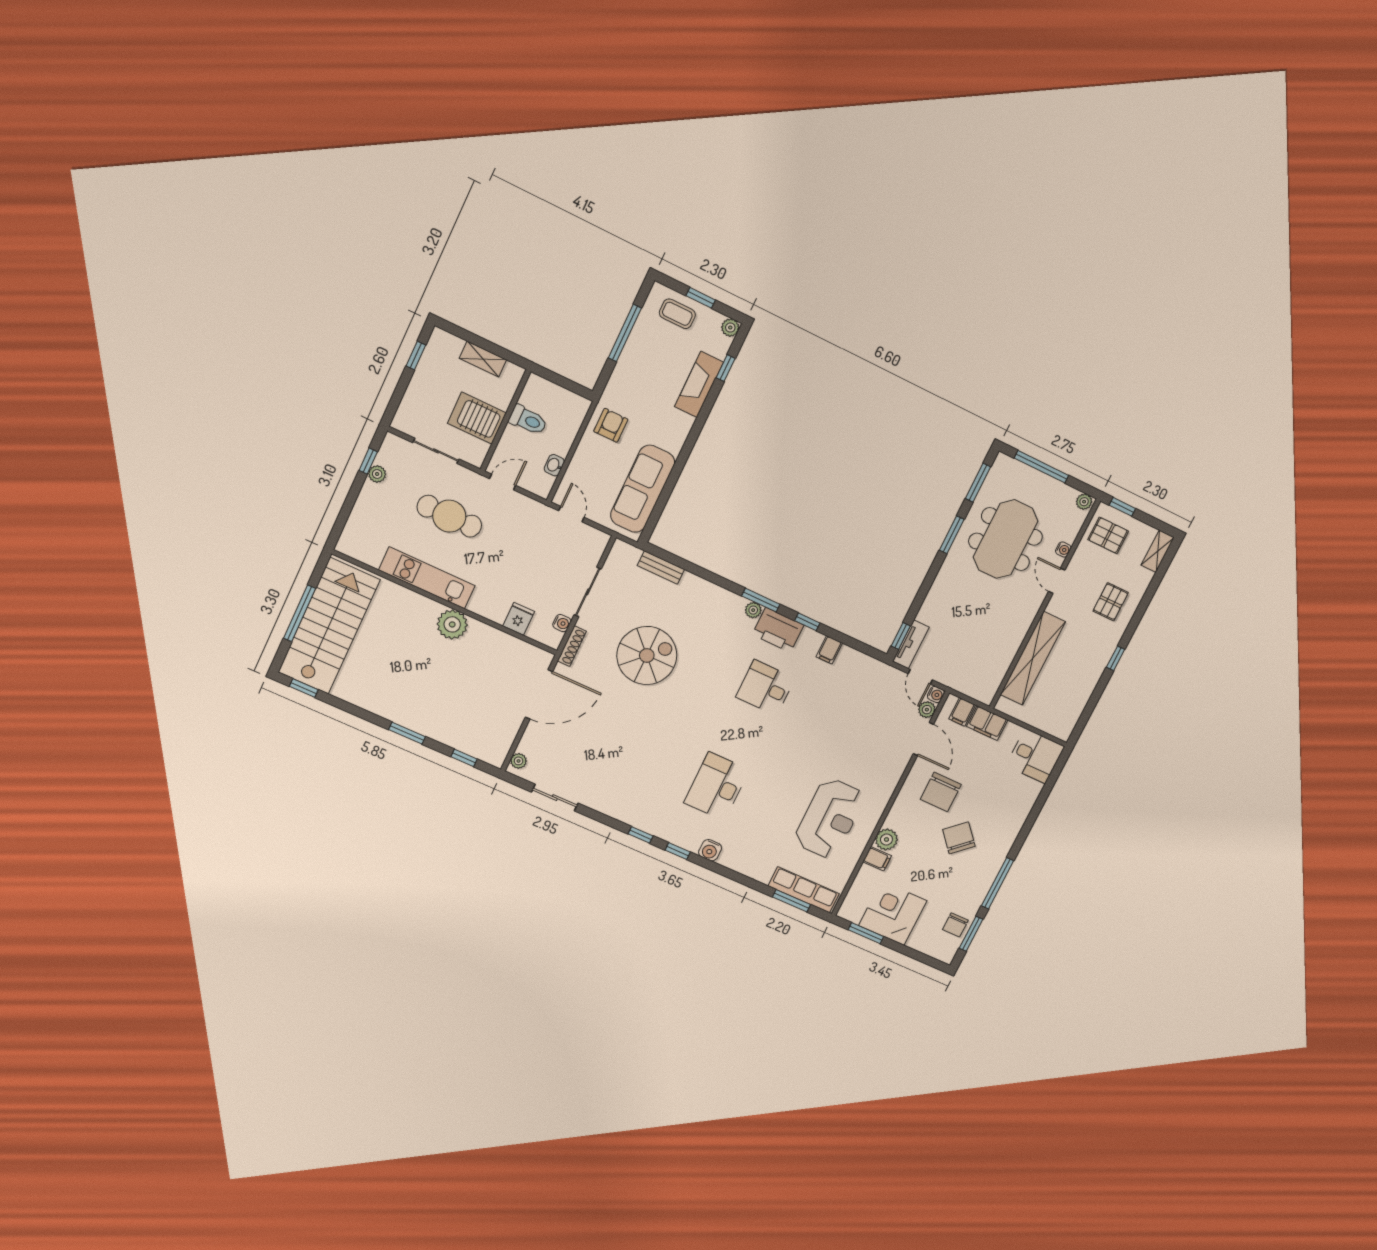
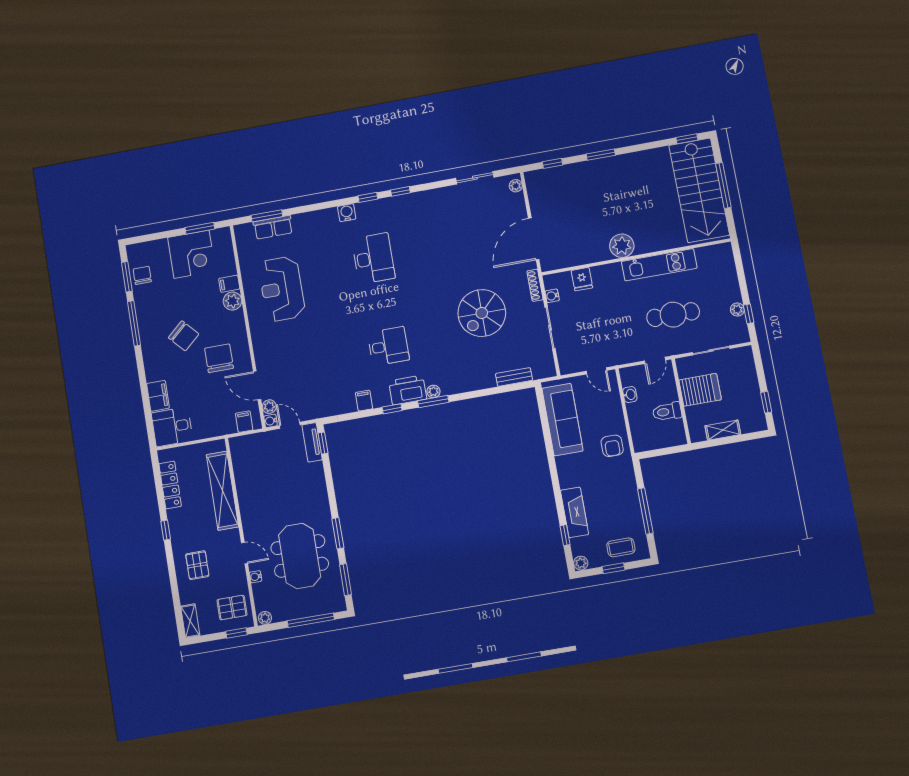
locker: (1079, 700) -> (170, 485), added
filing cabinet: (987, 723) -> (158, 396), moved, turned 90
row of seats: (804, 890) -> (273, 227), width x0.68

